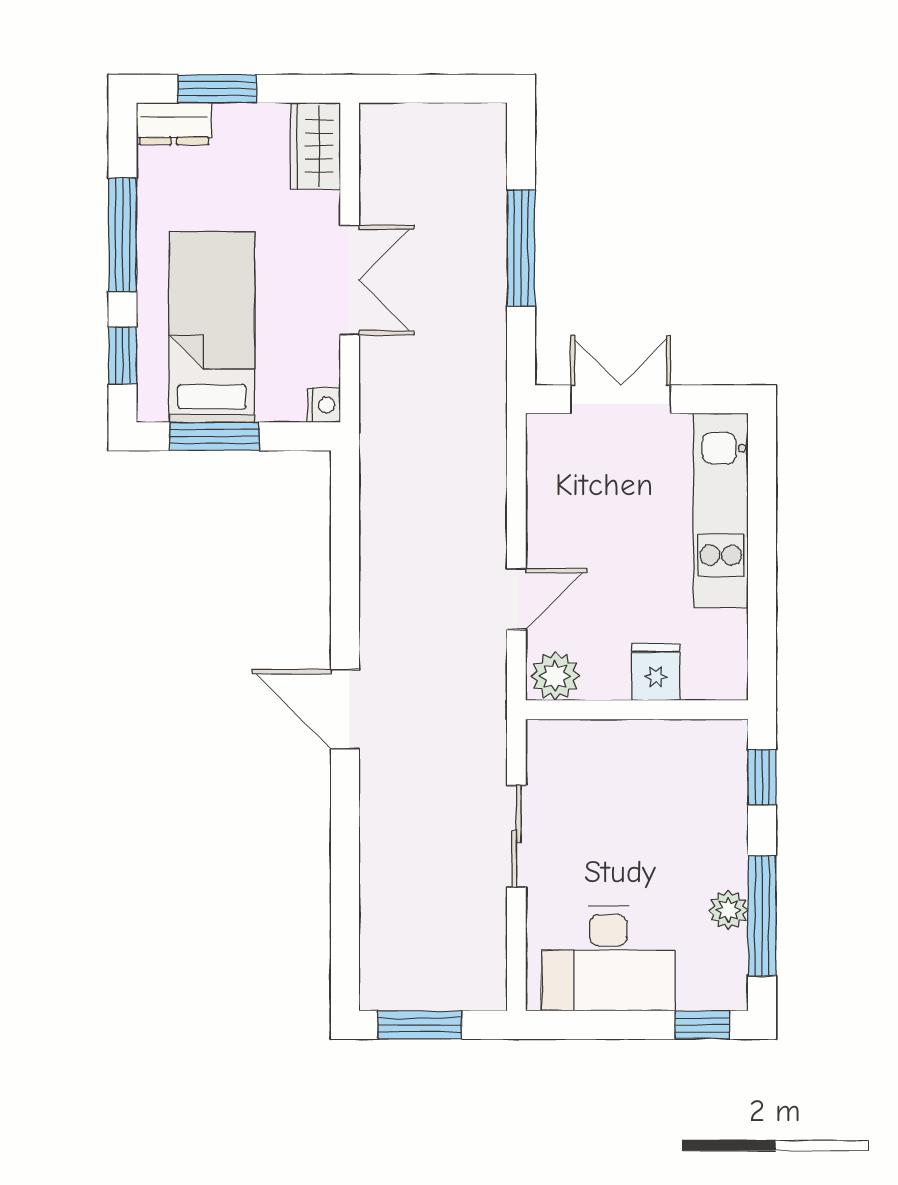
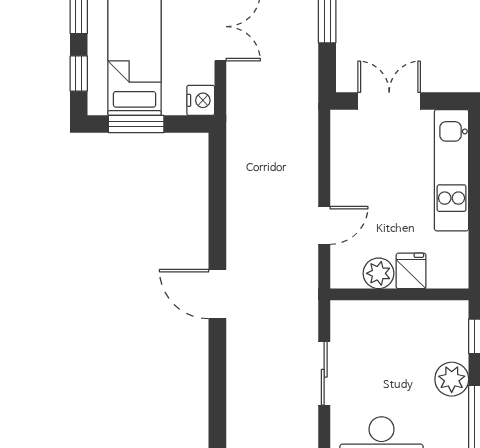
nightstand: (324, 405) -> (201, 100), width x1.39, depth x1.35
plant: (555, 676) -> (379, 273), moved
plant: (728, 910) -> (452, 379), moved, width x1.38, depth x1.38

